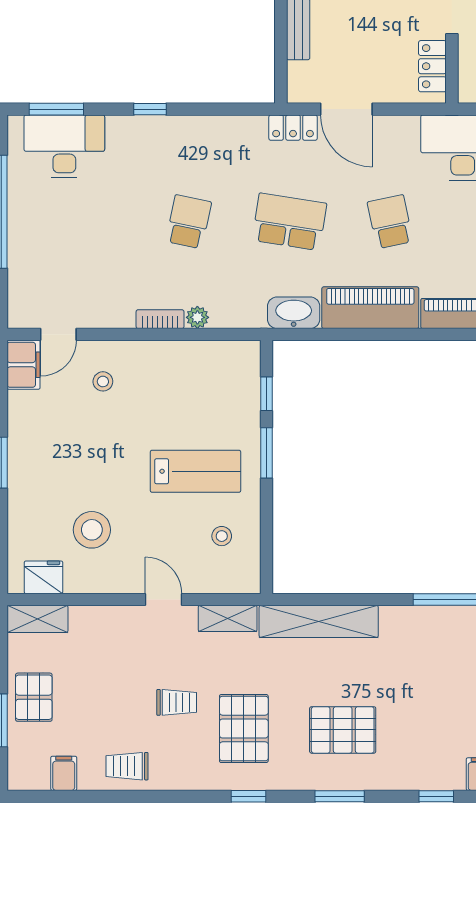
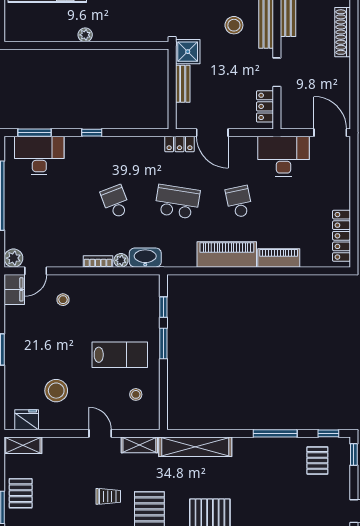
school desk: (189, 222) -> (115, 202), turned -33
washbasin: (294, 313) -> (145, 258), moved
plant: (22, 314) -> (13, 258), added

